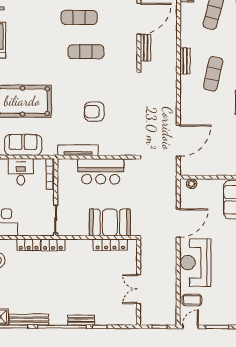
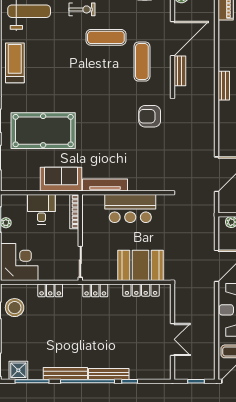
exercise mat: (86, 52) -> (142, 62), moved, turned 90
armchair: (94, 112) -> (150, 116), moved
sofa: (23, 145) -> (61, 179), moved
locker: (53, 245) -> (95, 290), moved
double door: (138, 289) -> (172, 339), swing flipped
bench: (29, 320) -> (65, 373), moved
bench: (81, 320) -> (109, 374), width x1.36

